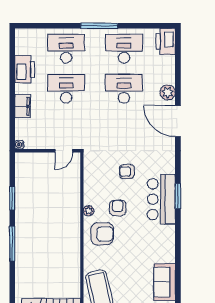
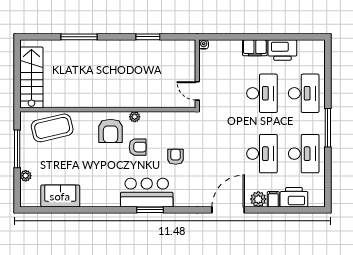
printer: (166, 42) -> (294, 197), moved
filing cabinet: (168, 78) -> (273, 199), added
filing cabinet: (23, 106) -> (255, 48), moved
window: (12, 244) -> (79, 37), moved

